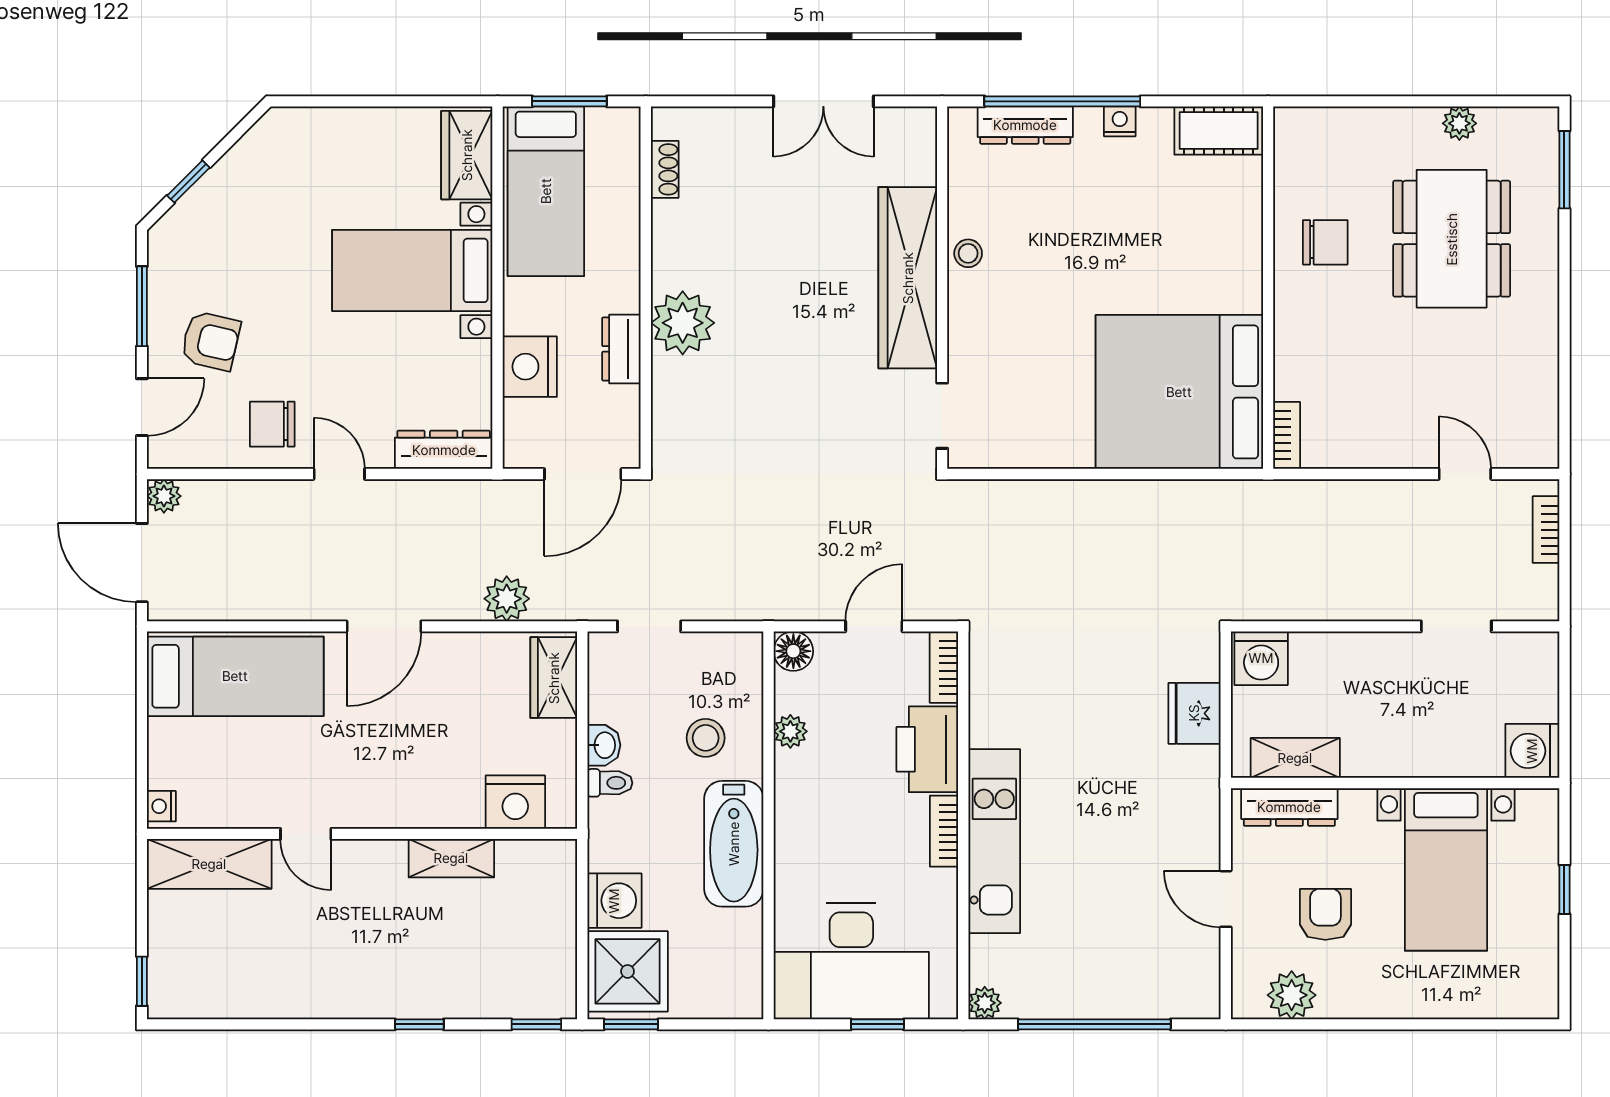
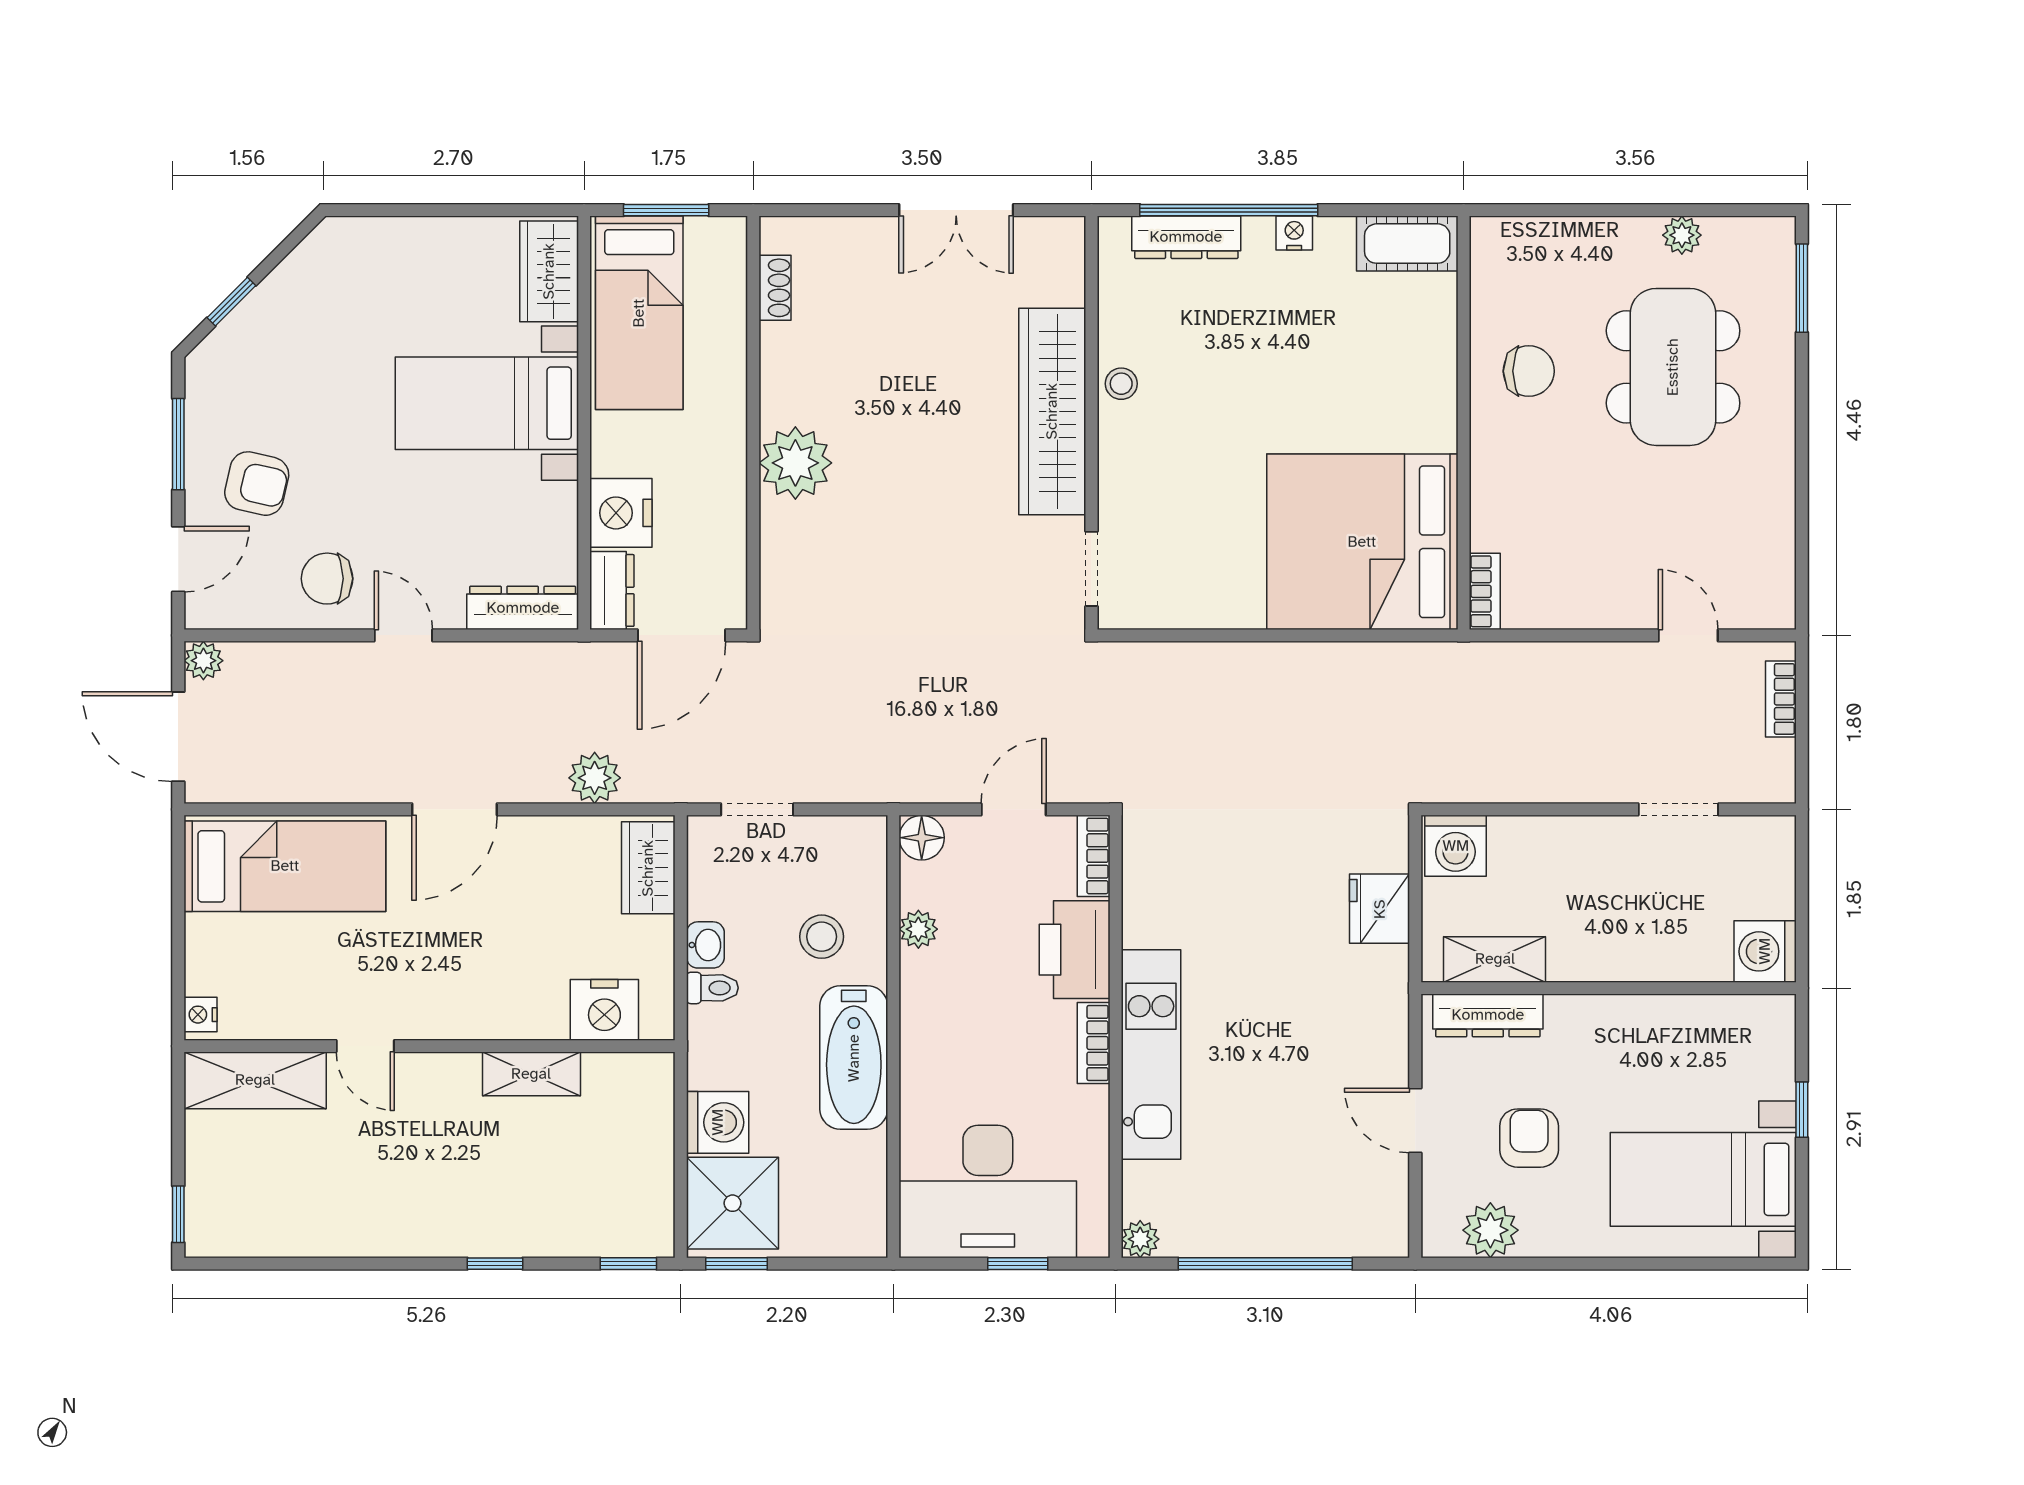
dresser: (621, 349) -> (612, 590), moved, turned 180
bed with nightstands: (1446, 869) -> (1703, 1179), moved, turned 90

